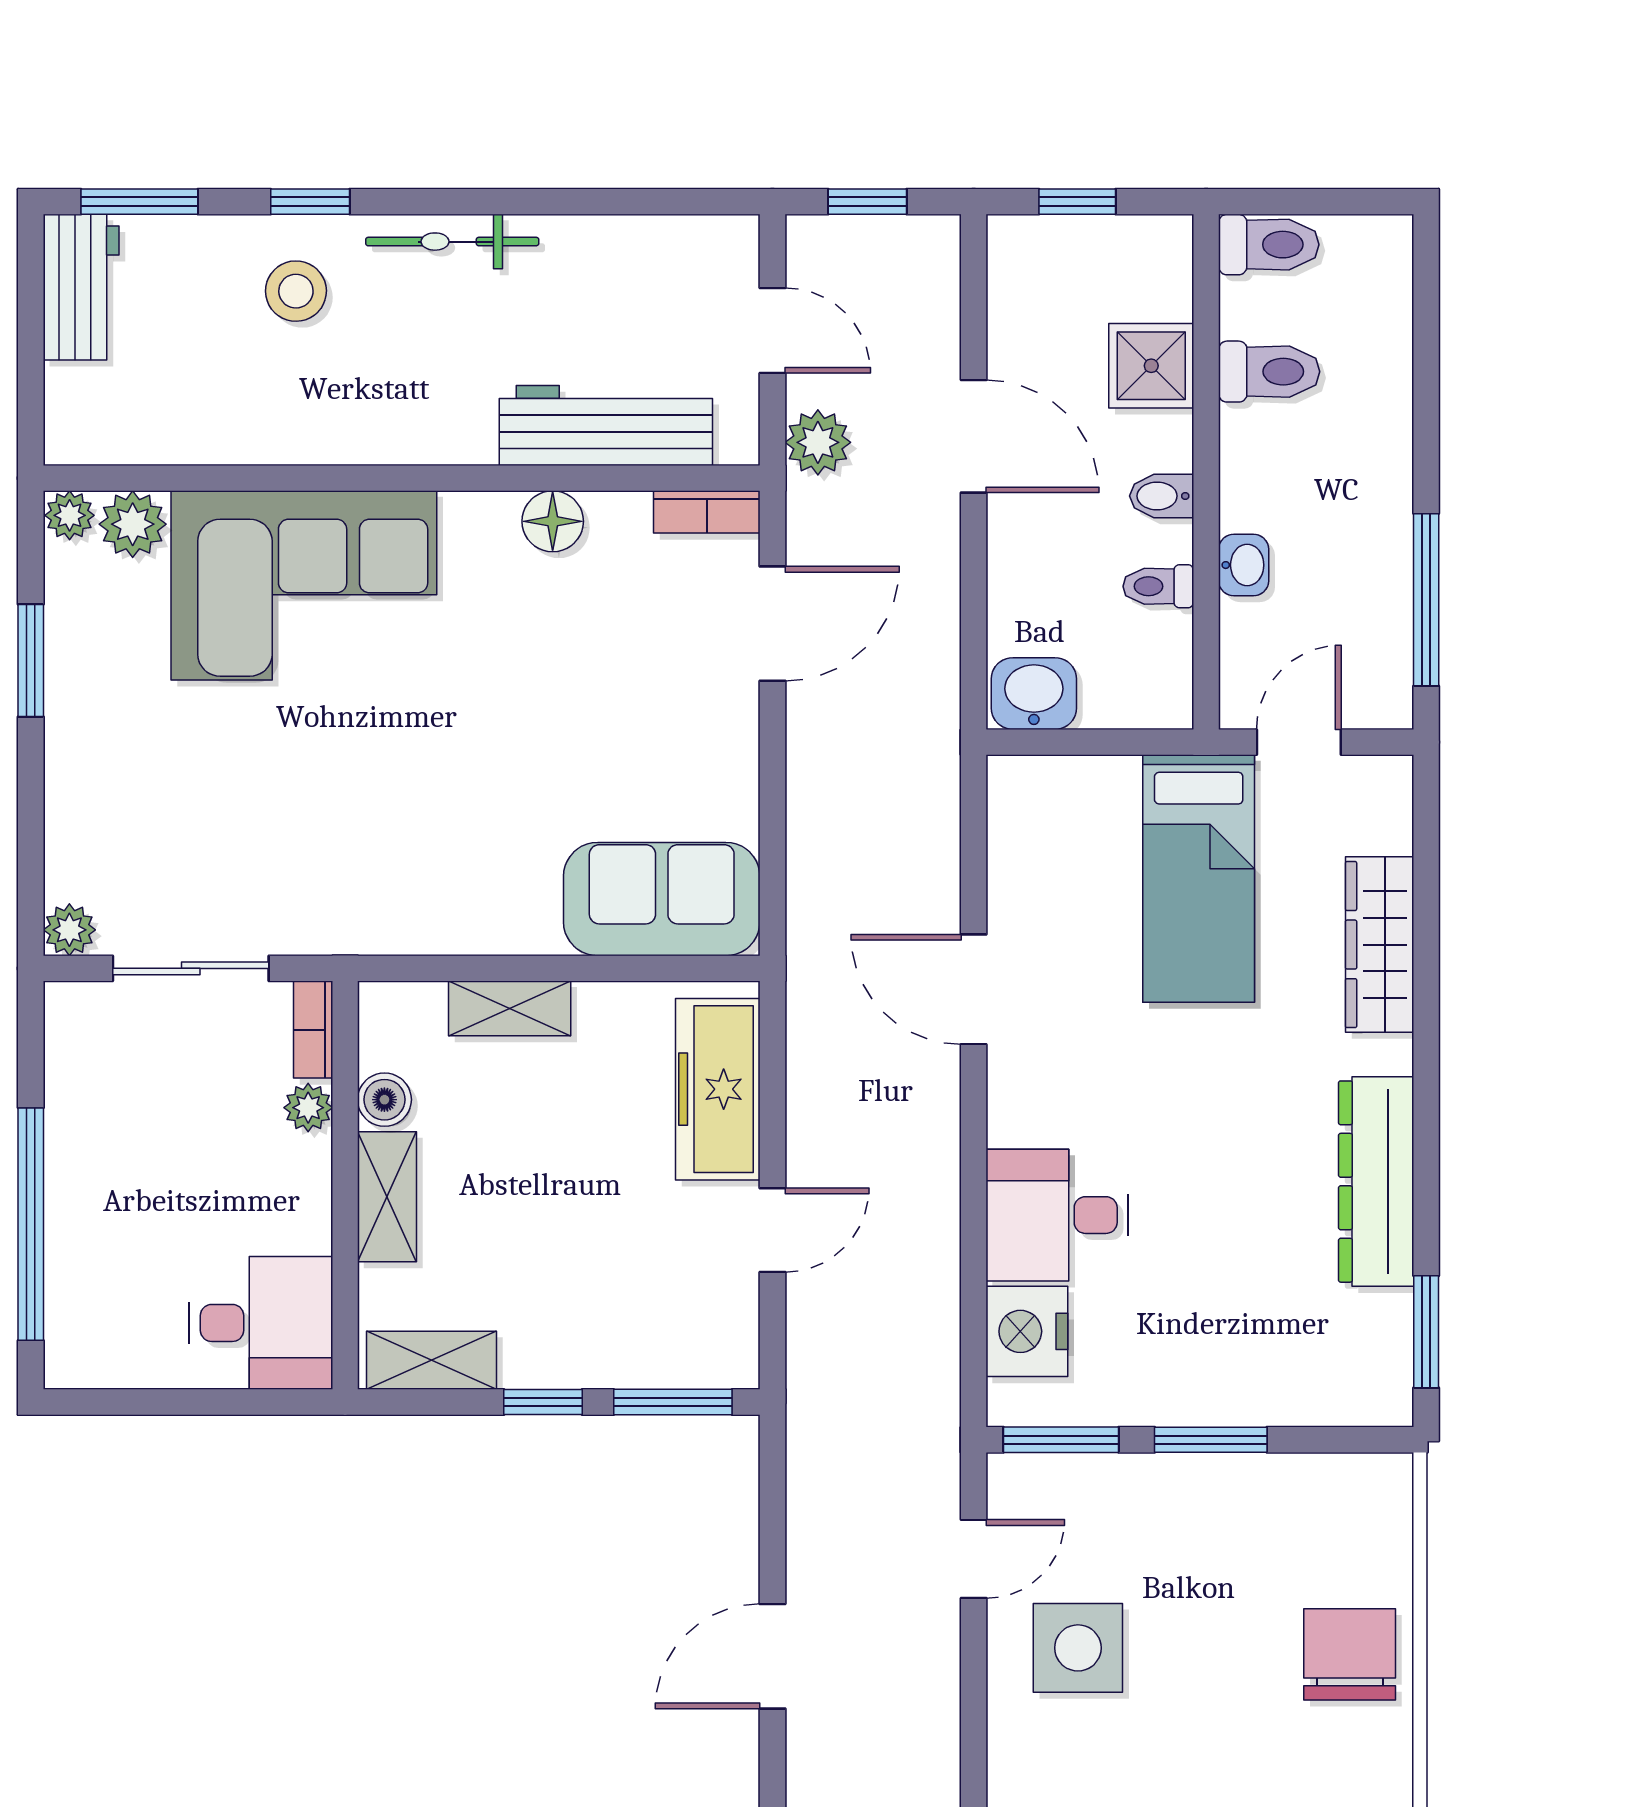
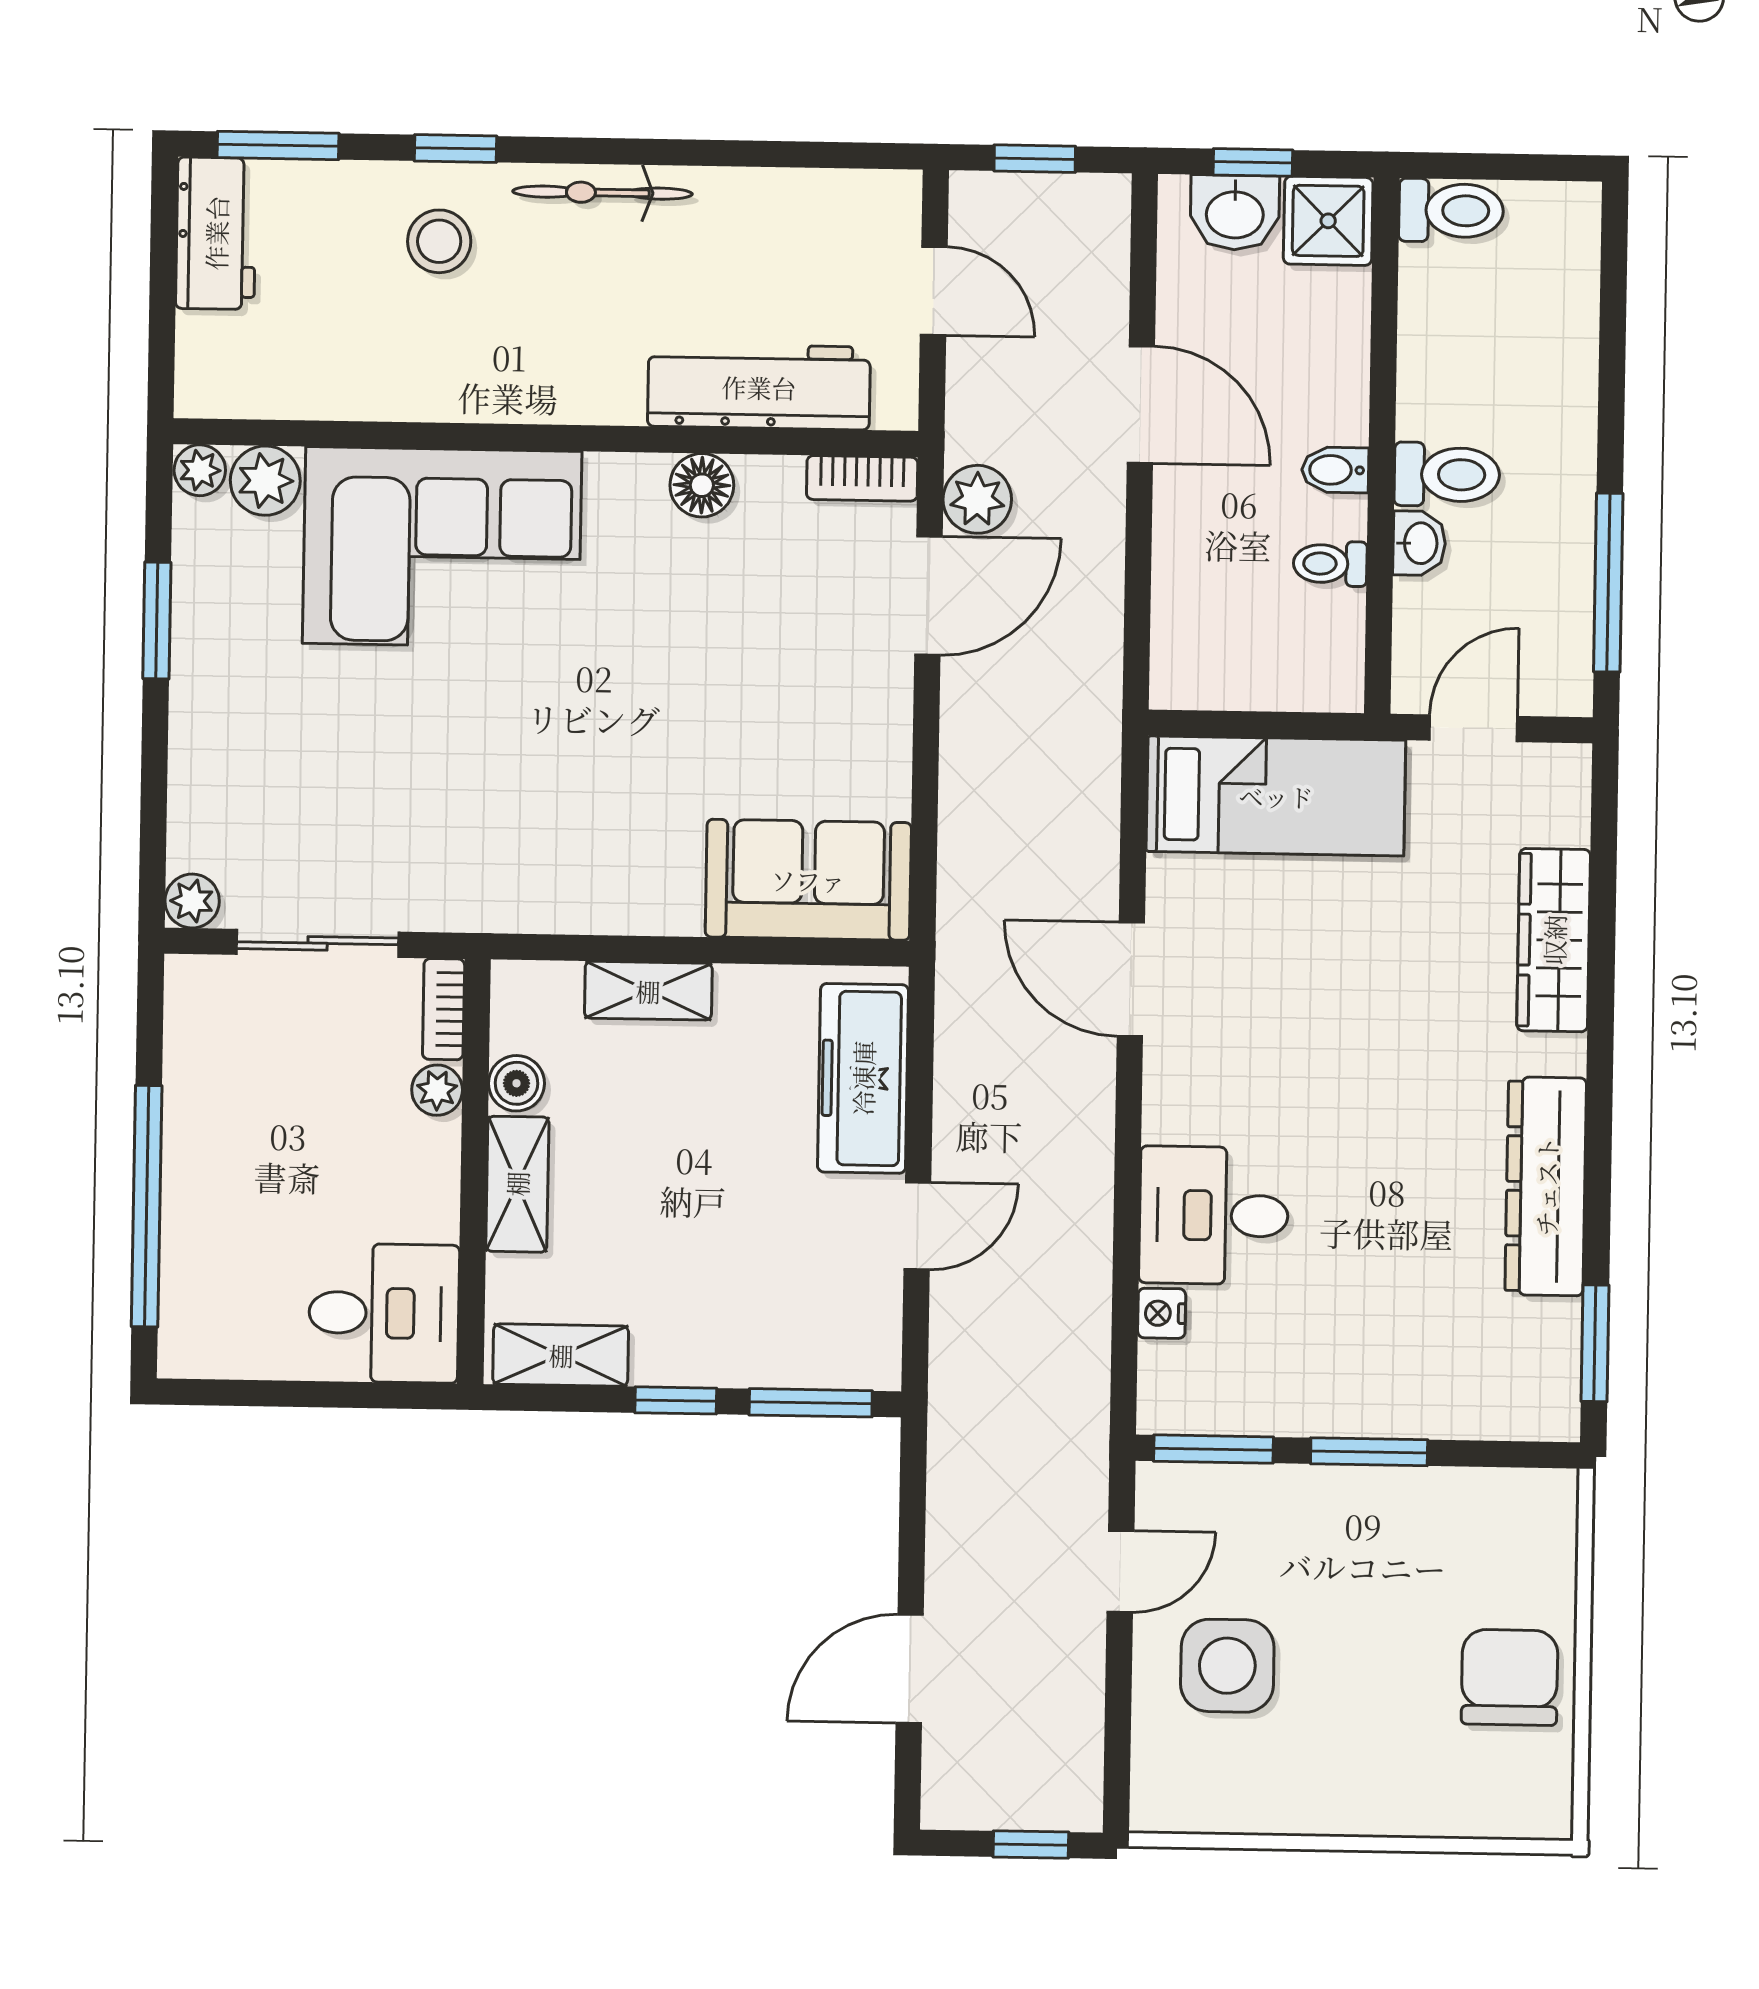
shower: (1151, 366) -> (1328, 221), moved
toilet: (1269, 372) -> (1447, 475), moved
plant: (818, 442) -> (977, 499), moved
washbasin: (1034, 694) -> (1235, 213), moved, turned 180
bed: (1199, 879) -> (1276, 796), moved, turned -90
nightstand: (1027, 1331) -> (1162, 1313), width x0.53, depth x0.56

